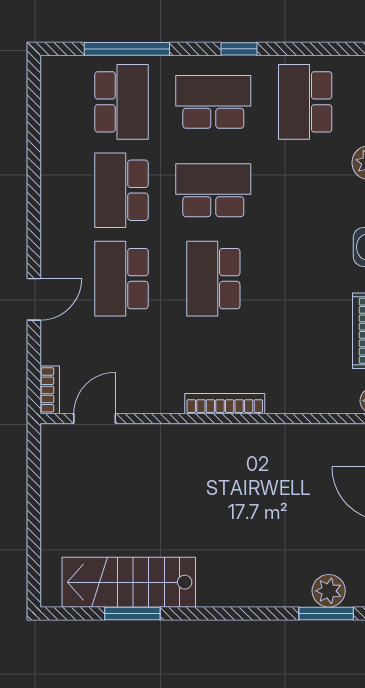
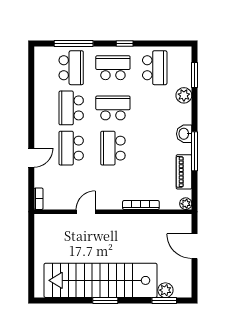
school desk: (305, 102) -> (155, 68), turned 180
bookcase: (225, 404) -> (141, 205), moved
door: (95, 419) -> (86, 212), moved
stairs: (129, 582) -> (100, 280), width x1.86, depth x1.51
window: (132, 614) -> (105, 300), moved

